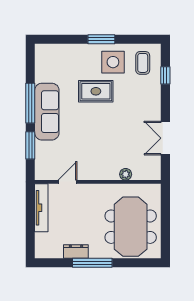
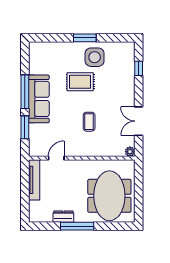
coffee table: (143, 63) -> (89, 122), moved
plant: (126, 174) -> (130, 152), moved

